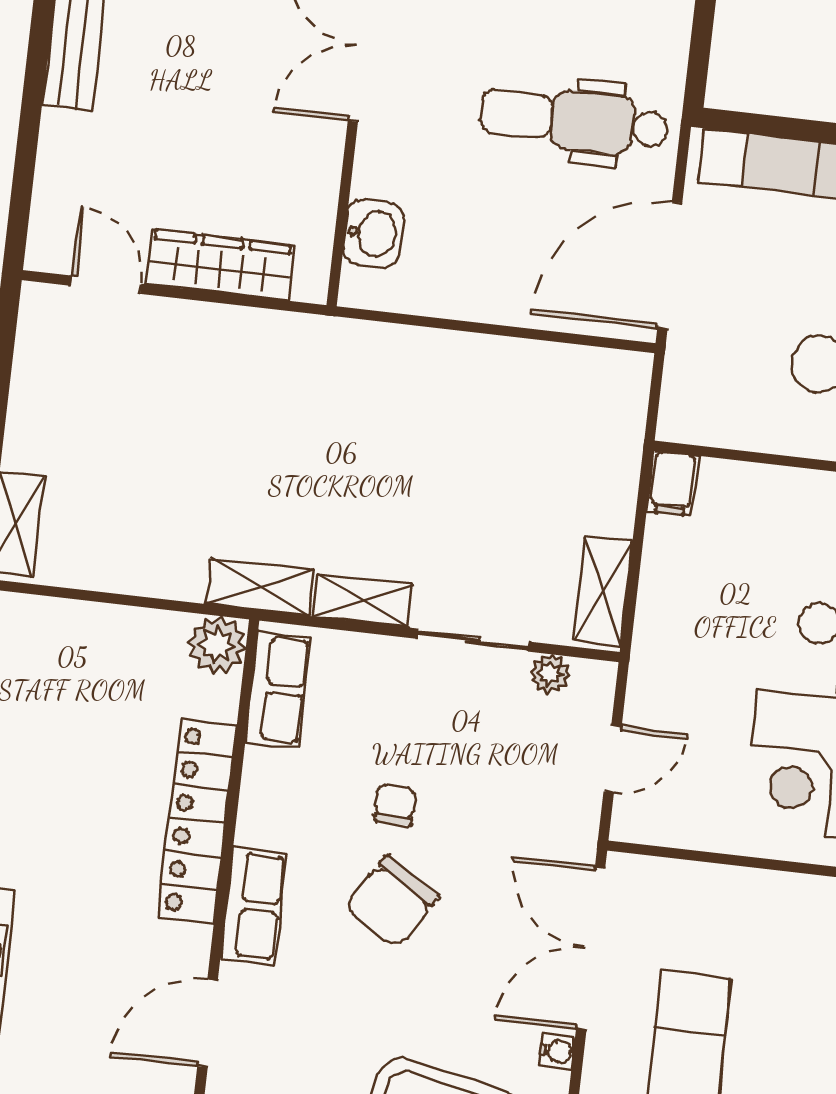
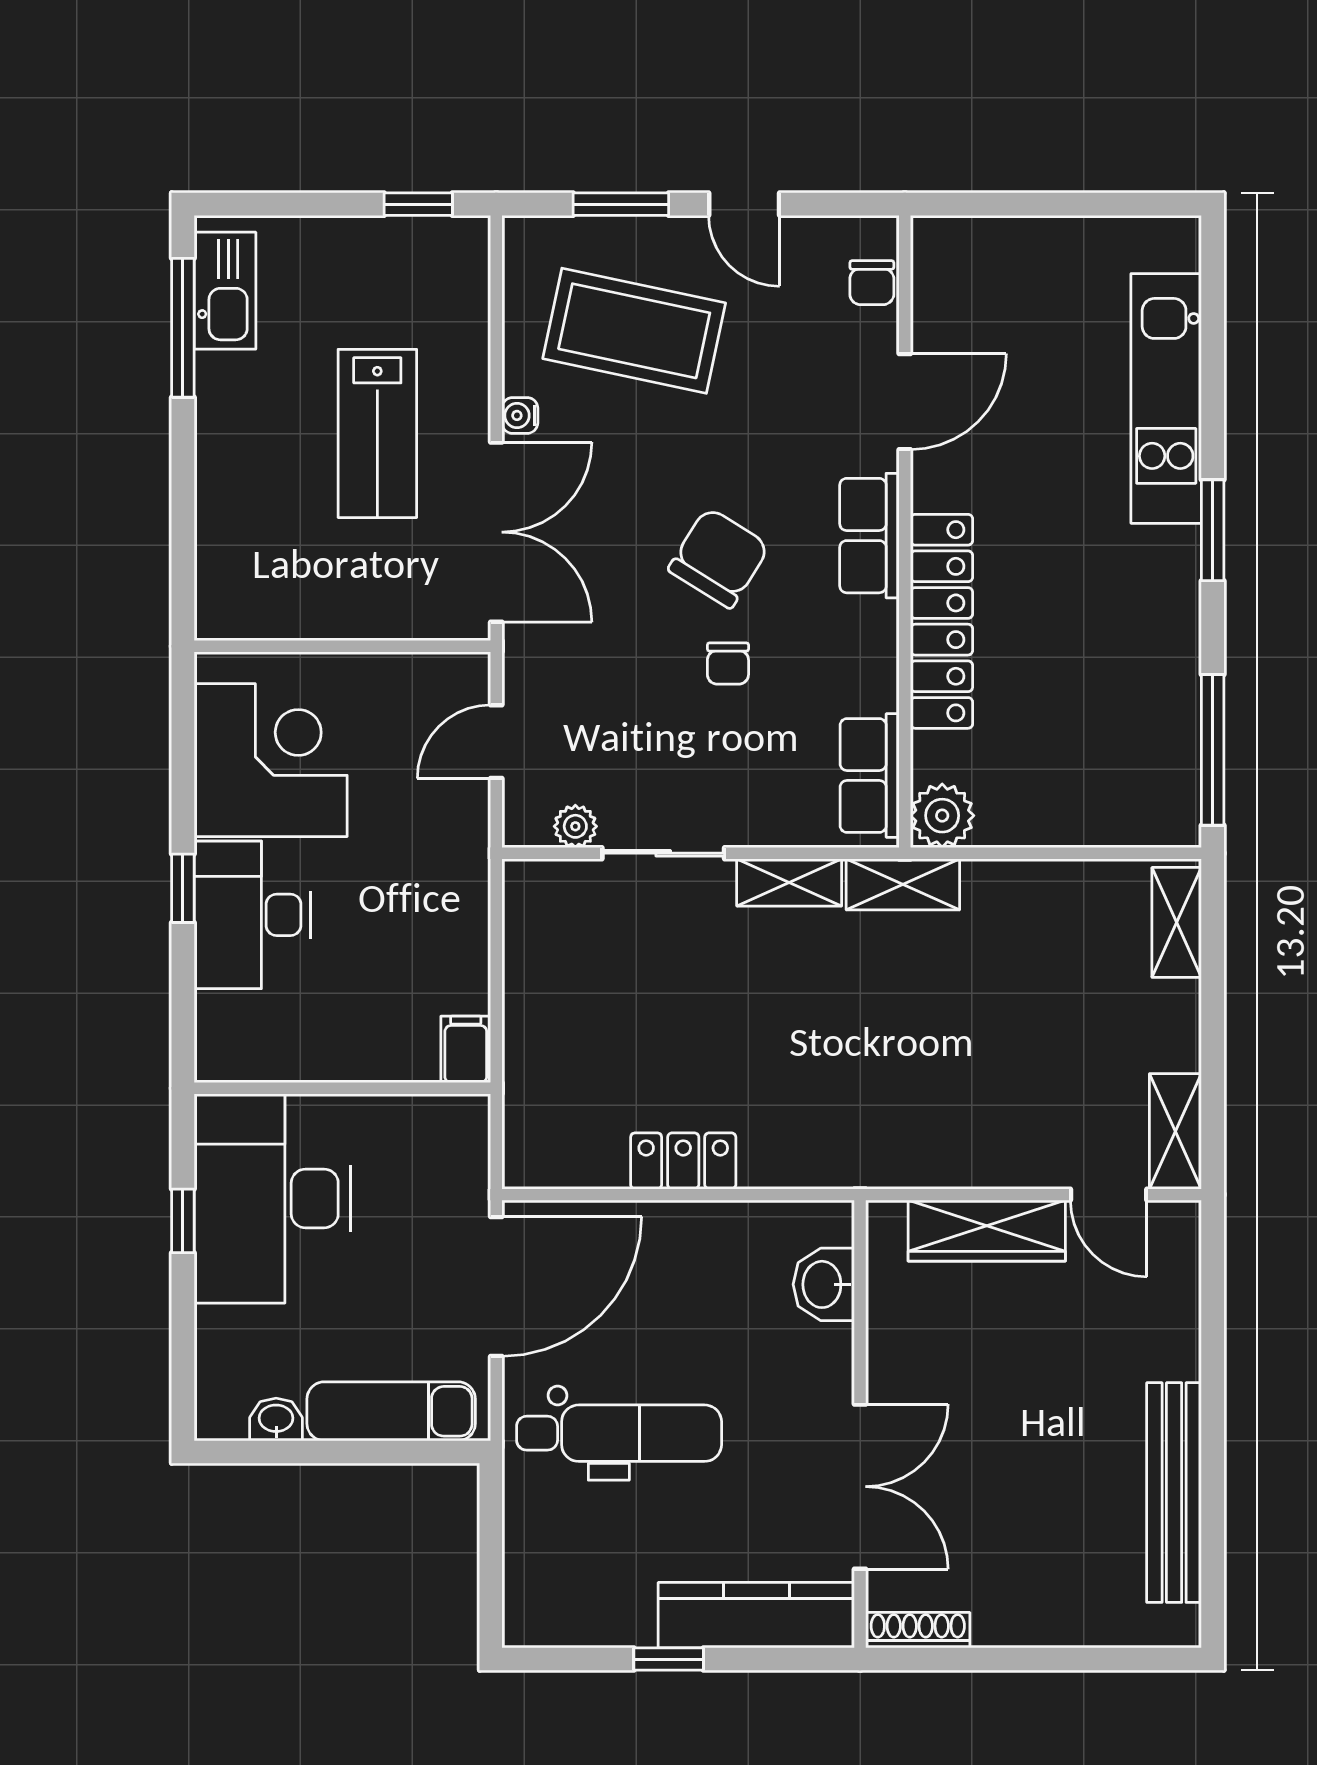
locker: (487, 360) -> (683, 1161), added
shelving: (603, 591) -> (1175, 1131), moved

